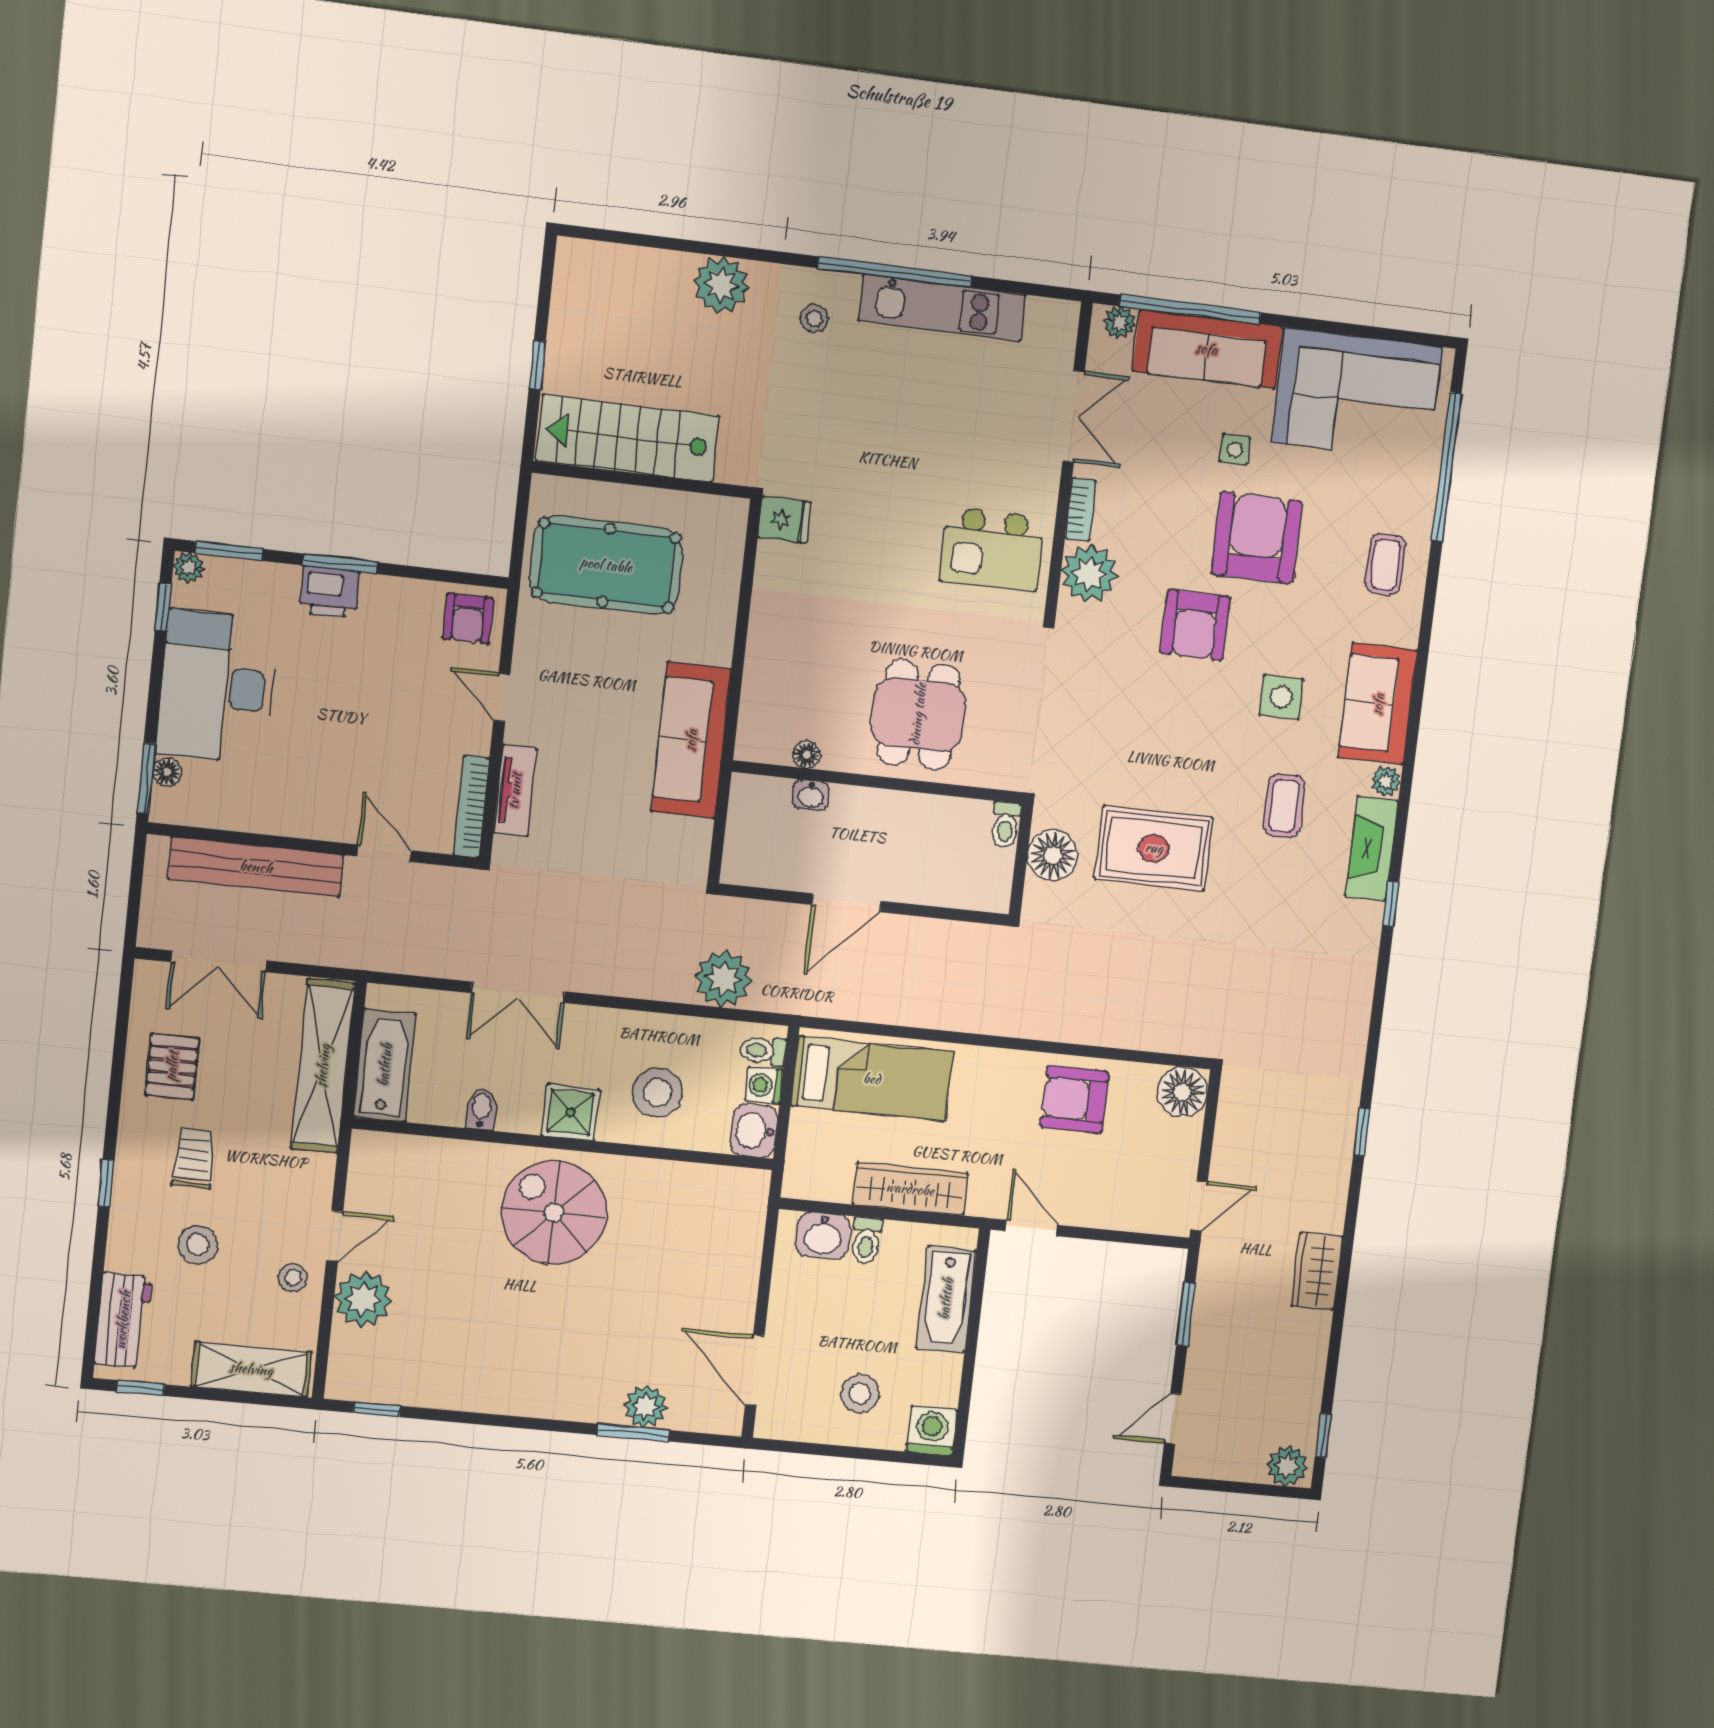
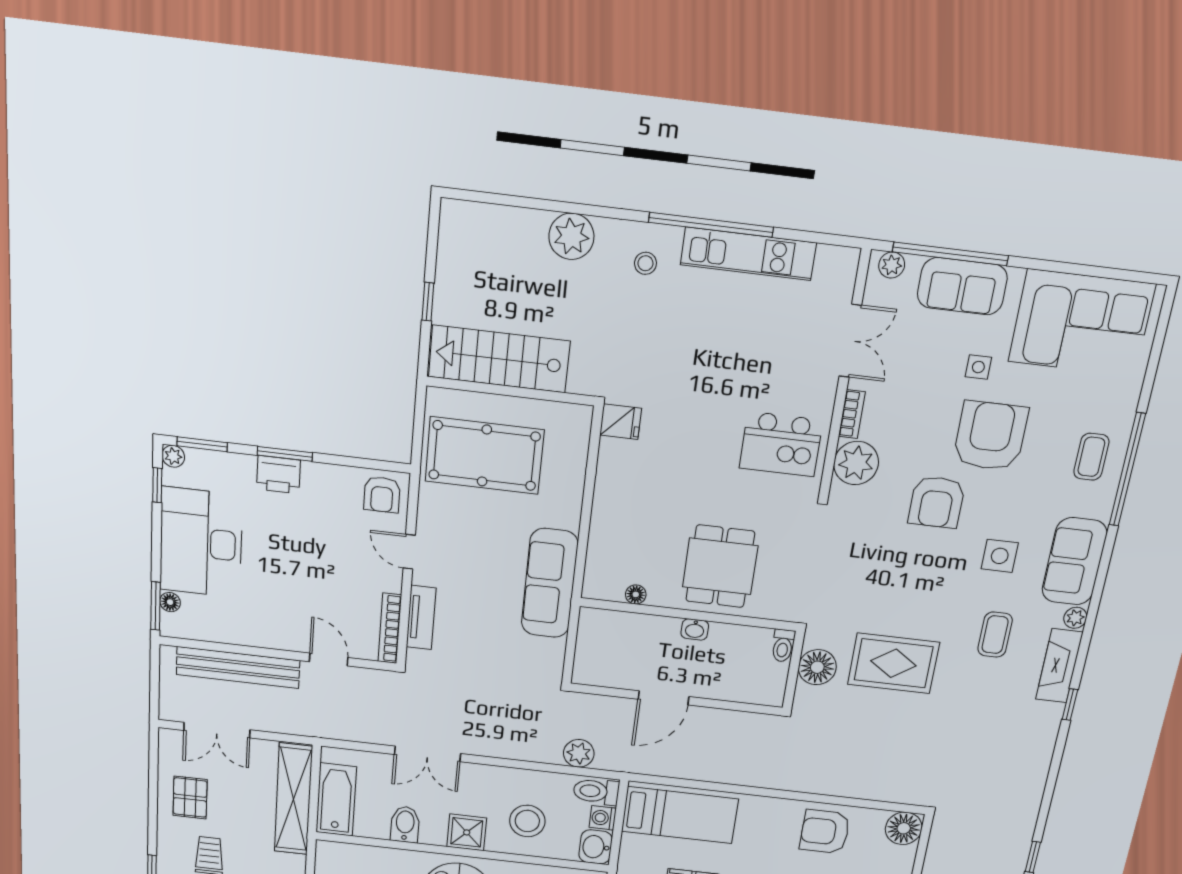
sofa: (1207, 349) -> (962, 286), width x0.73
window: (1446, 467) -> (1127, 470), moved
washbasin: (811, 795) -> (695, 629), moved
plant: (724, 979) -> (579, 753), width x0.73, depth x0.73
toilet: (763, 1051) -> (596, 791), width x1.37, depth x1.39
bidet: (481, 1109) -> (405, 824), width x1.38, depth x1.36

